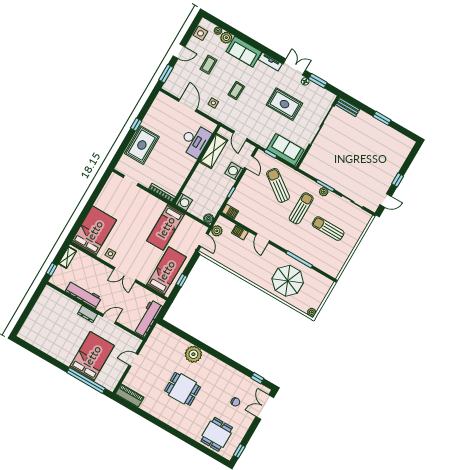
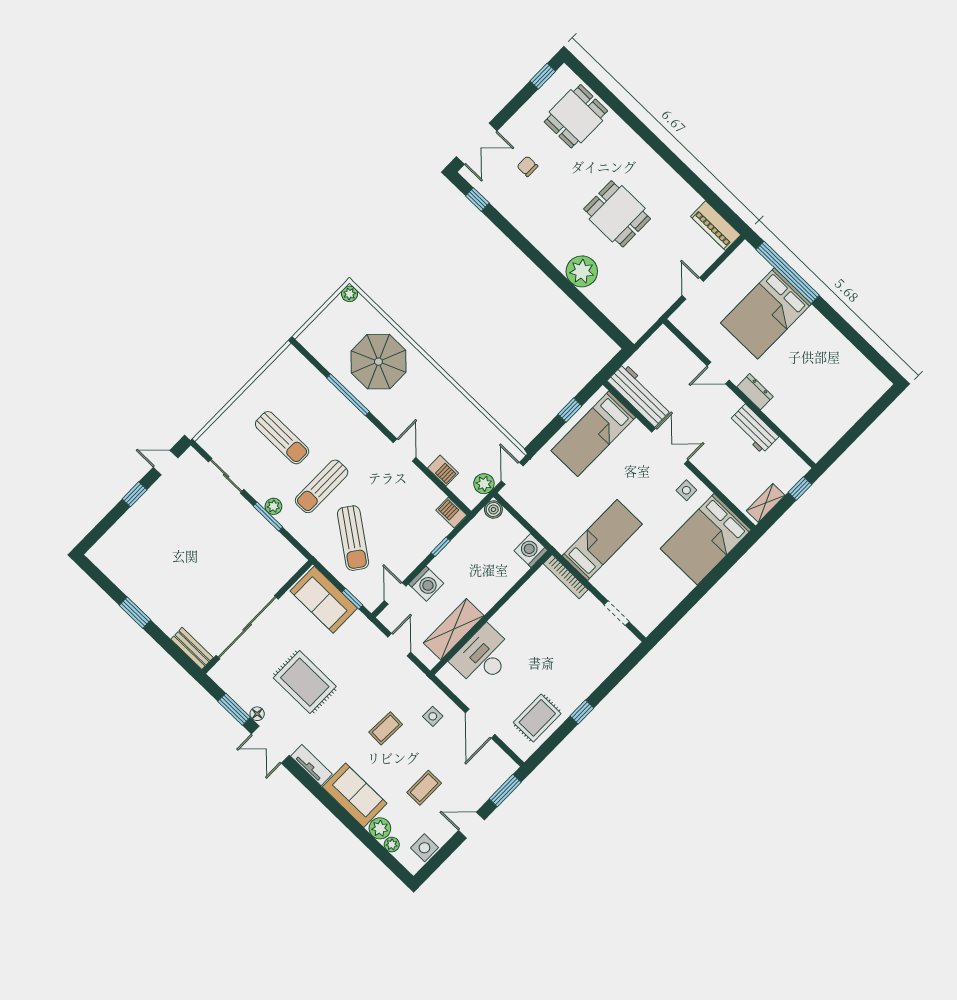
rug: (142, 145) -> (537, 718), moved, width x0.73, depth x0.70
bed: (166, 227) -> (602, 540), moved
workbench: (83, 295) -> (754, 429), width x0.73
workbench: (148, 318) -> (640, 395), moved, turned -90
door: (133, 360) -> (693, 288), swing flipped

